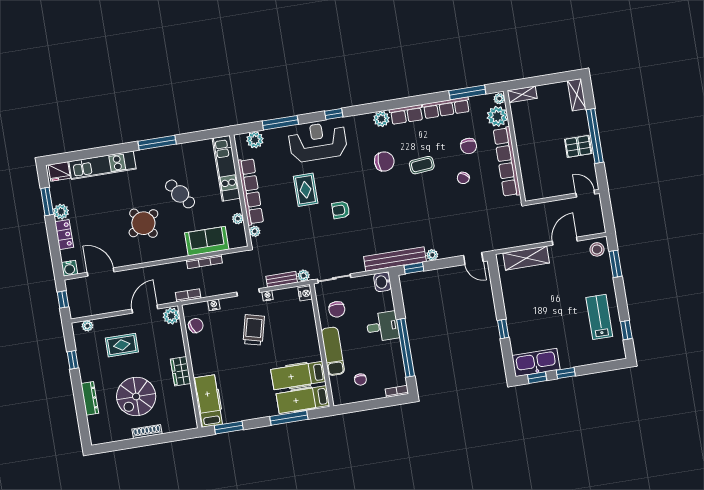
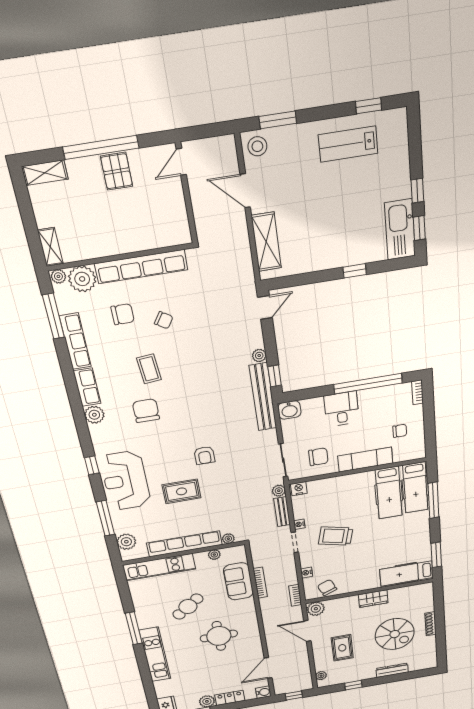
kitchen unit: (102, 165) -> (155, 655), moved
round table: (143, 223) -> (219, 636), turned 34

